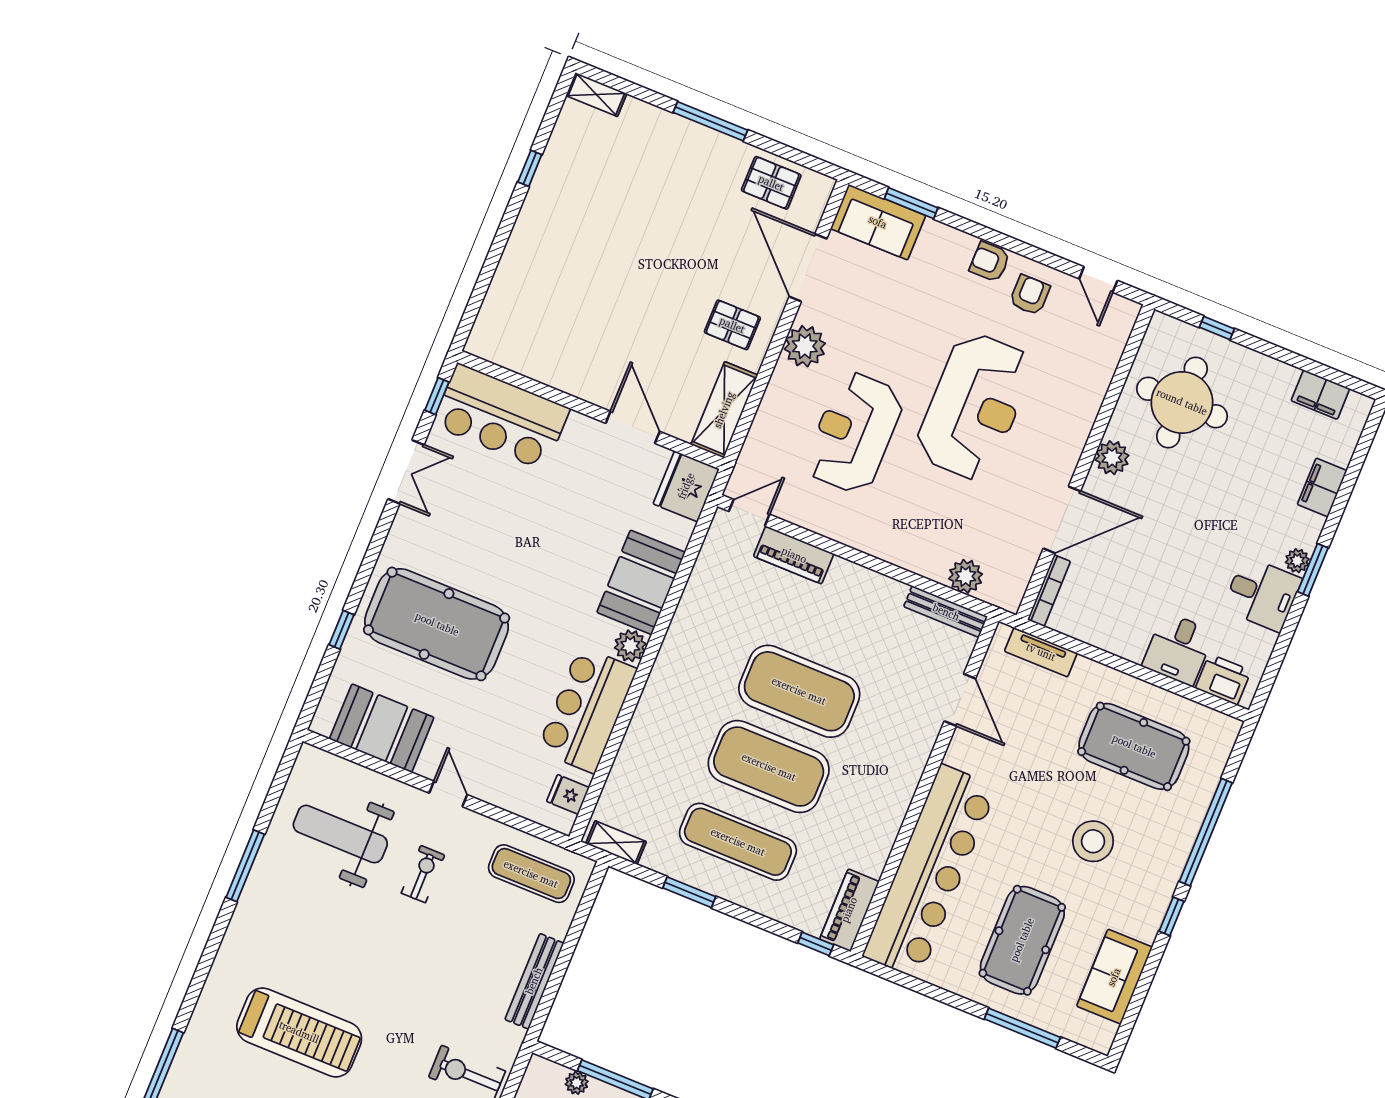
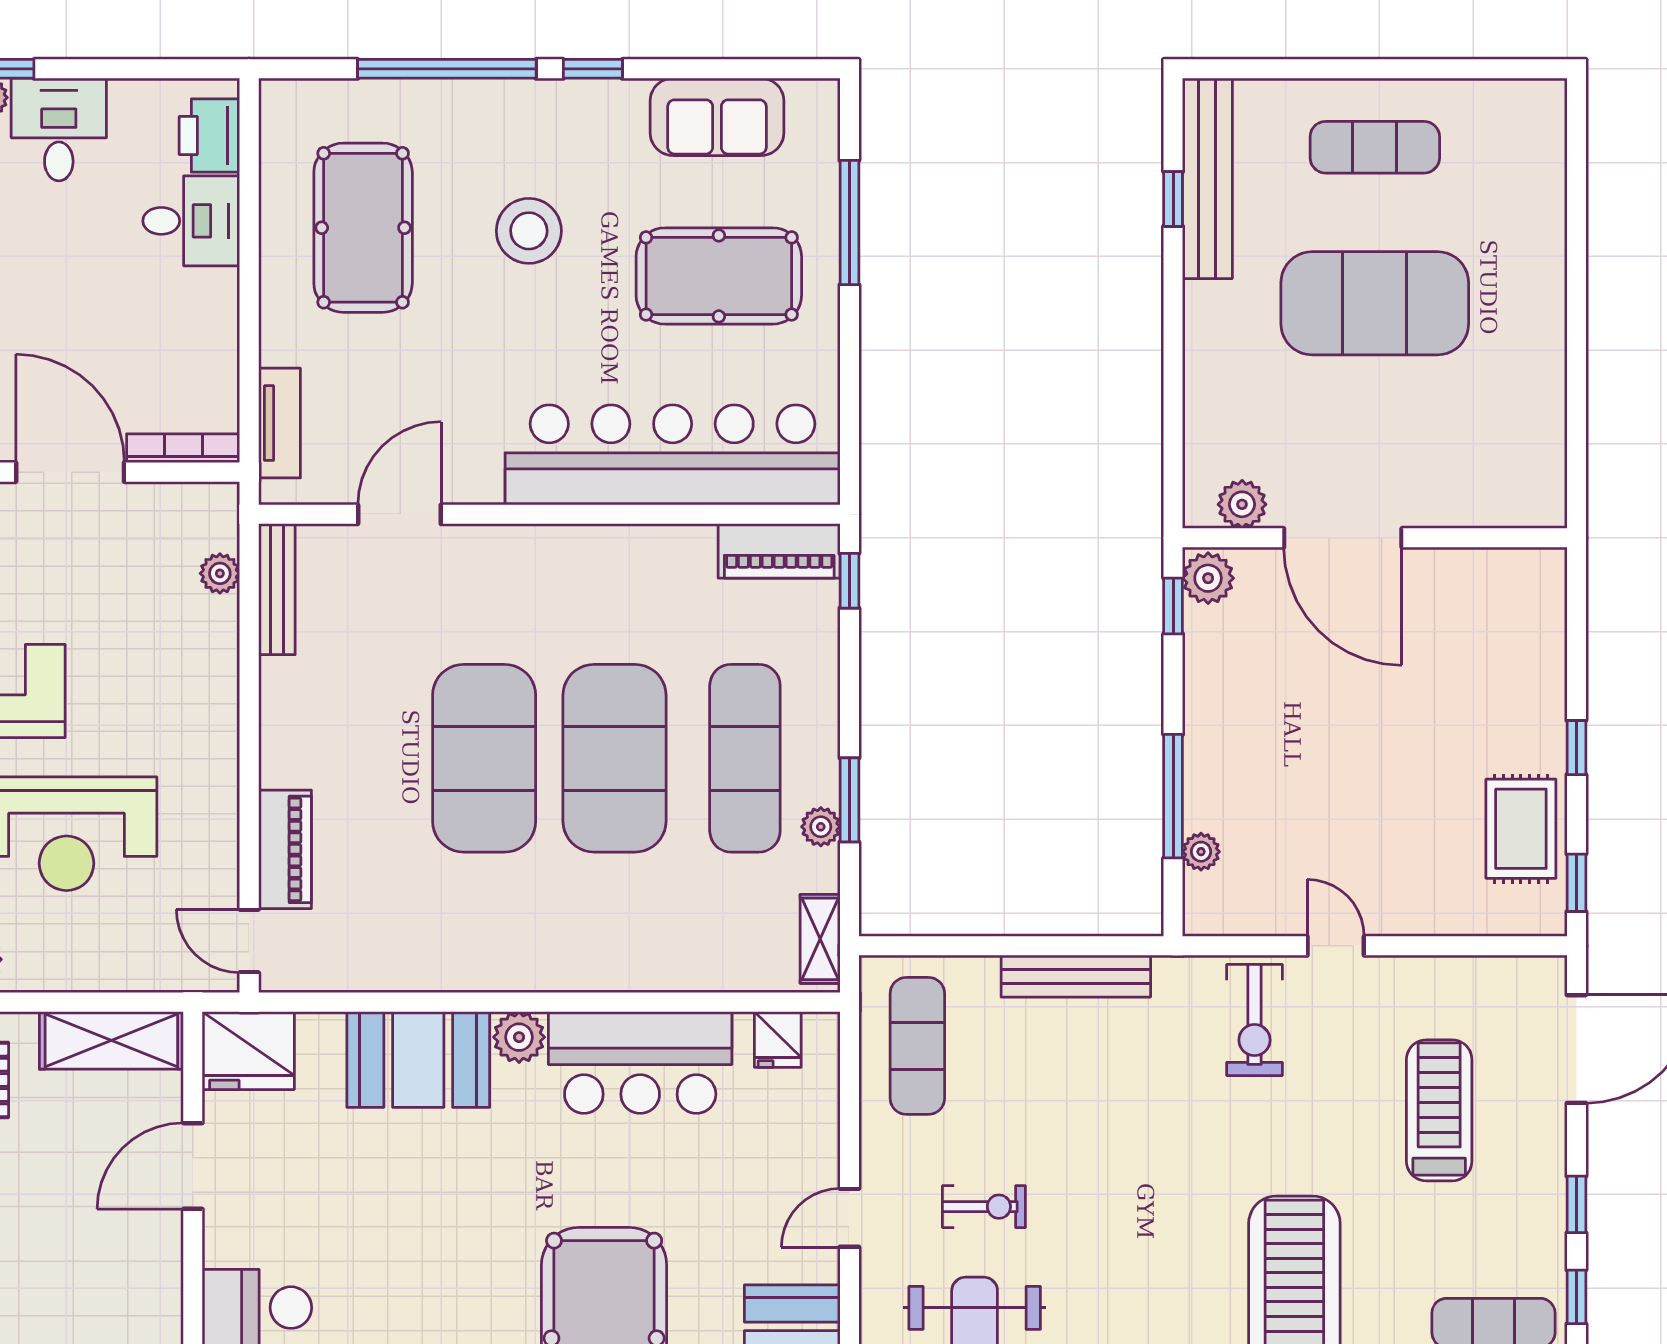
plant: (966, 576) -> (220, 573), width x0.73, depth x0.73
plant: (681, 869) -> (821, 827), added
exercise bike: (423, 874) -> (984, 1207), turned 180

